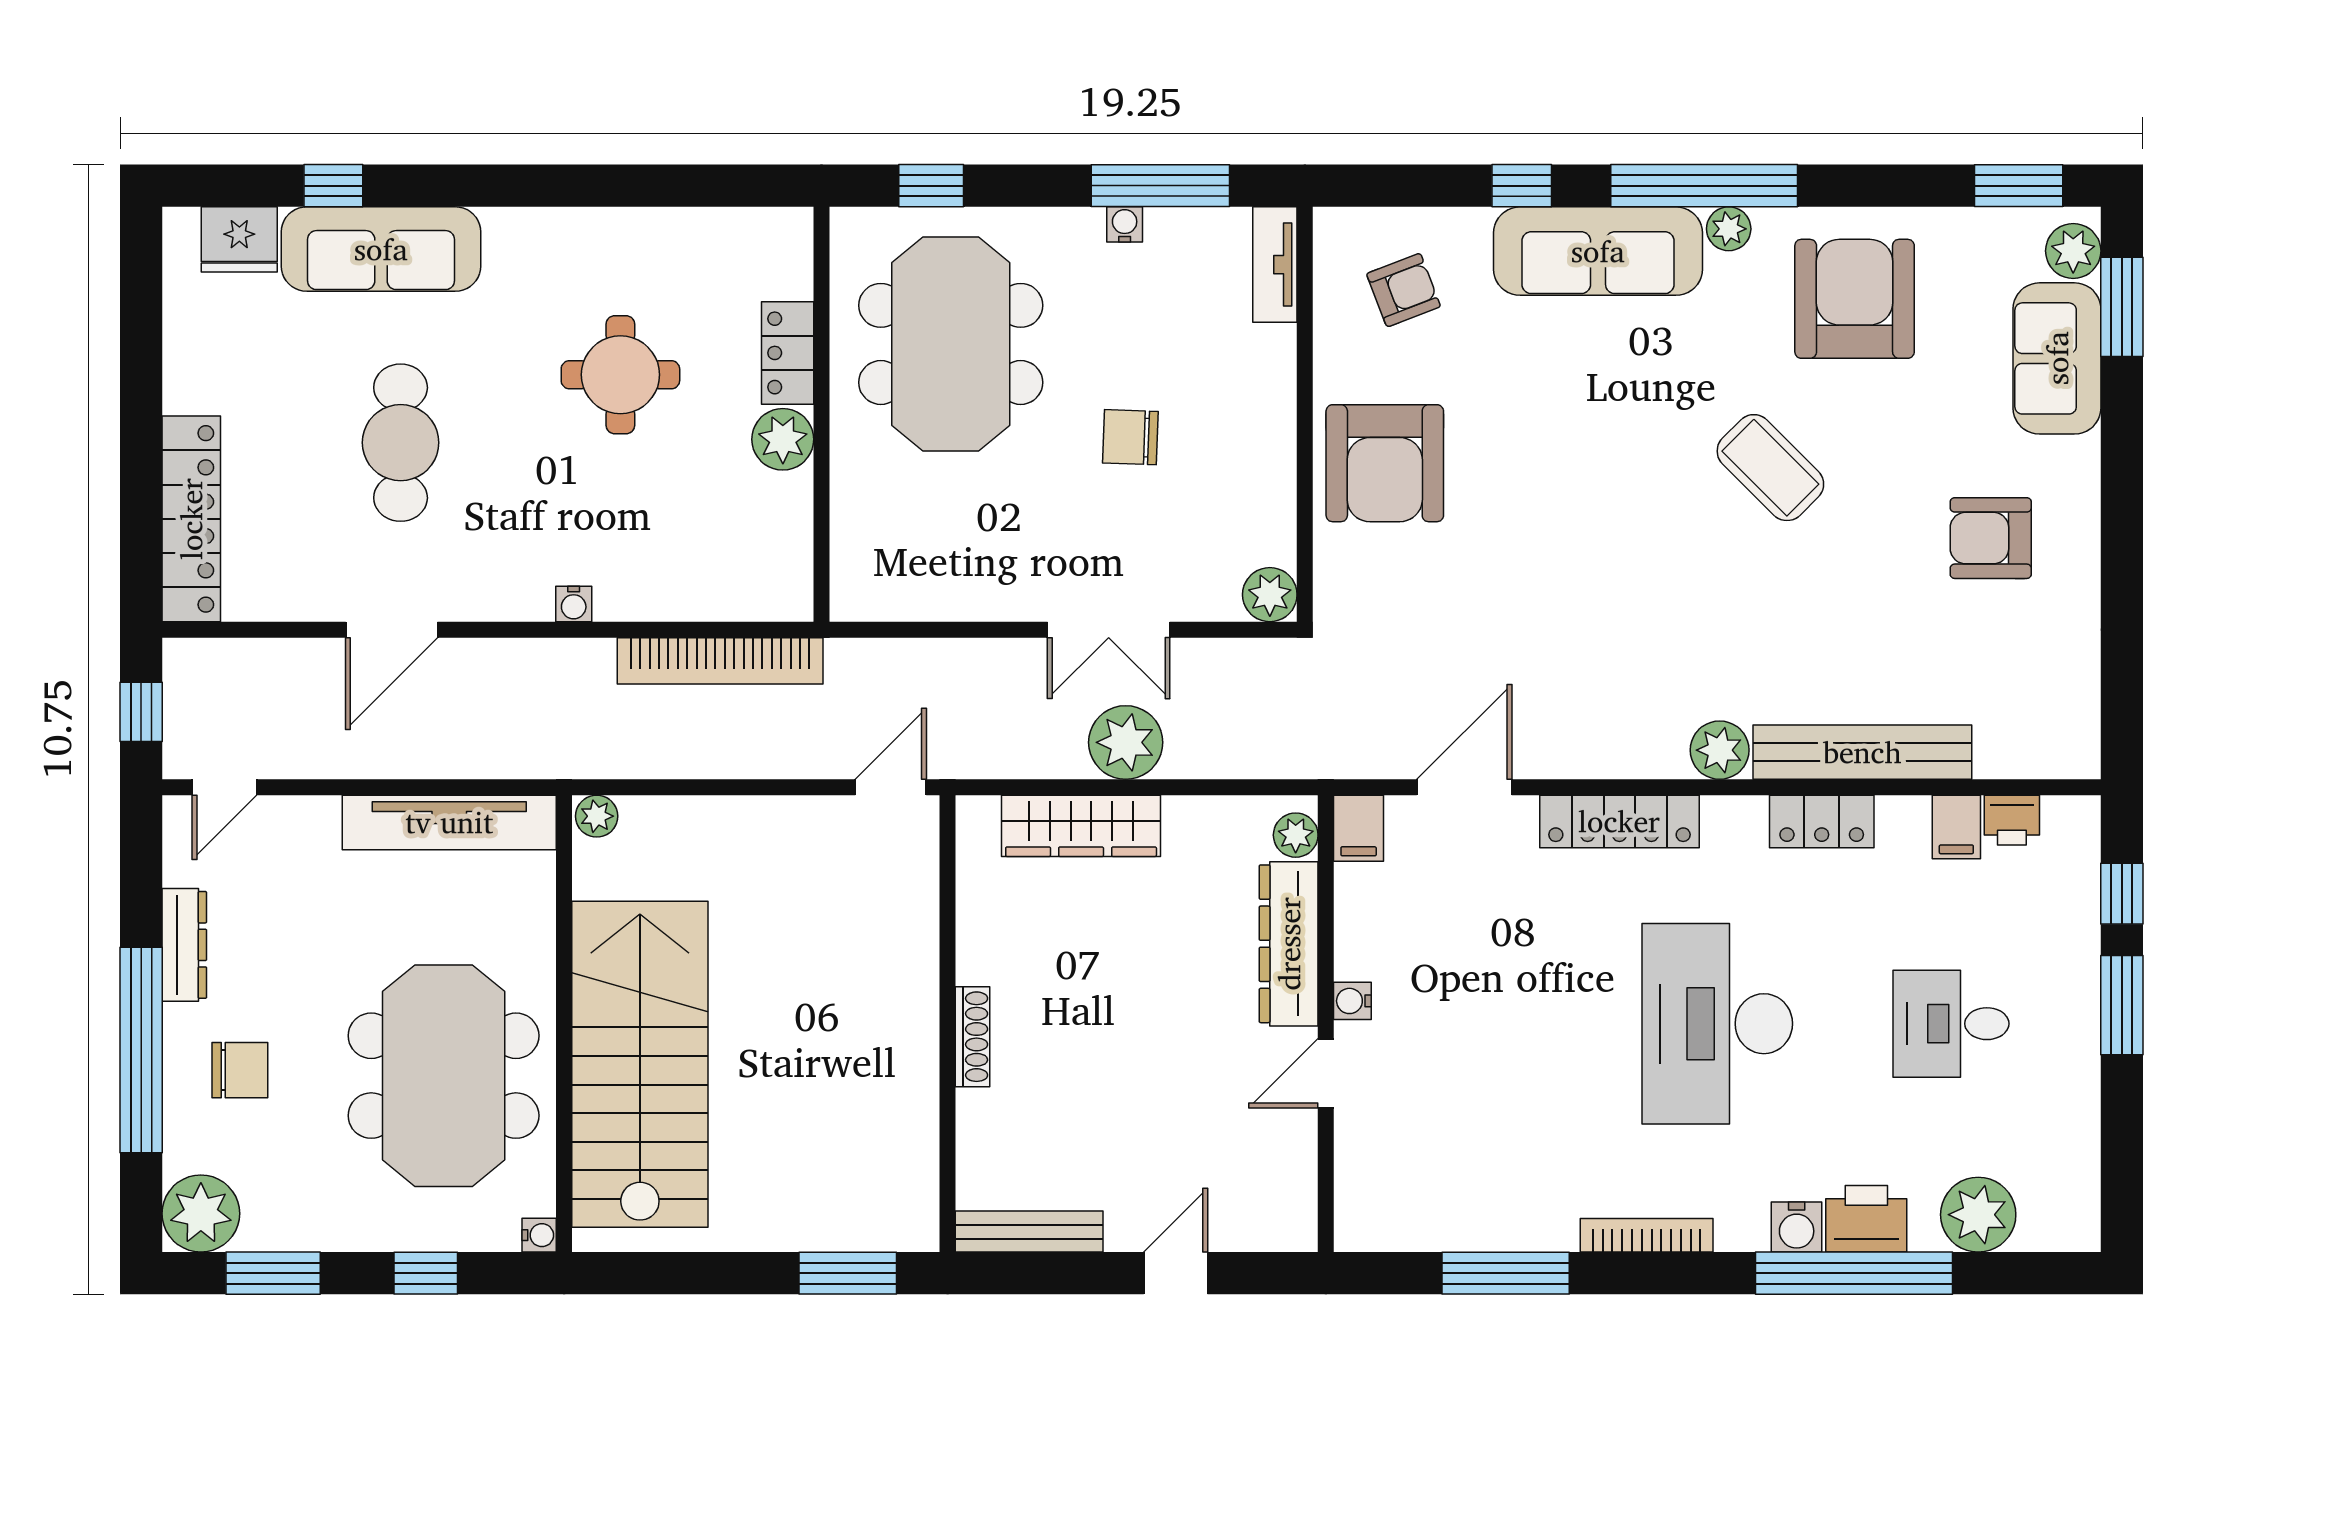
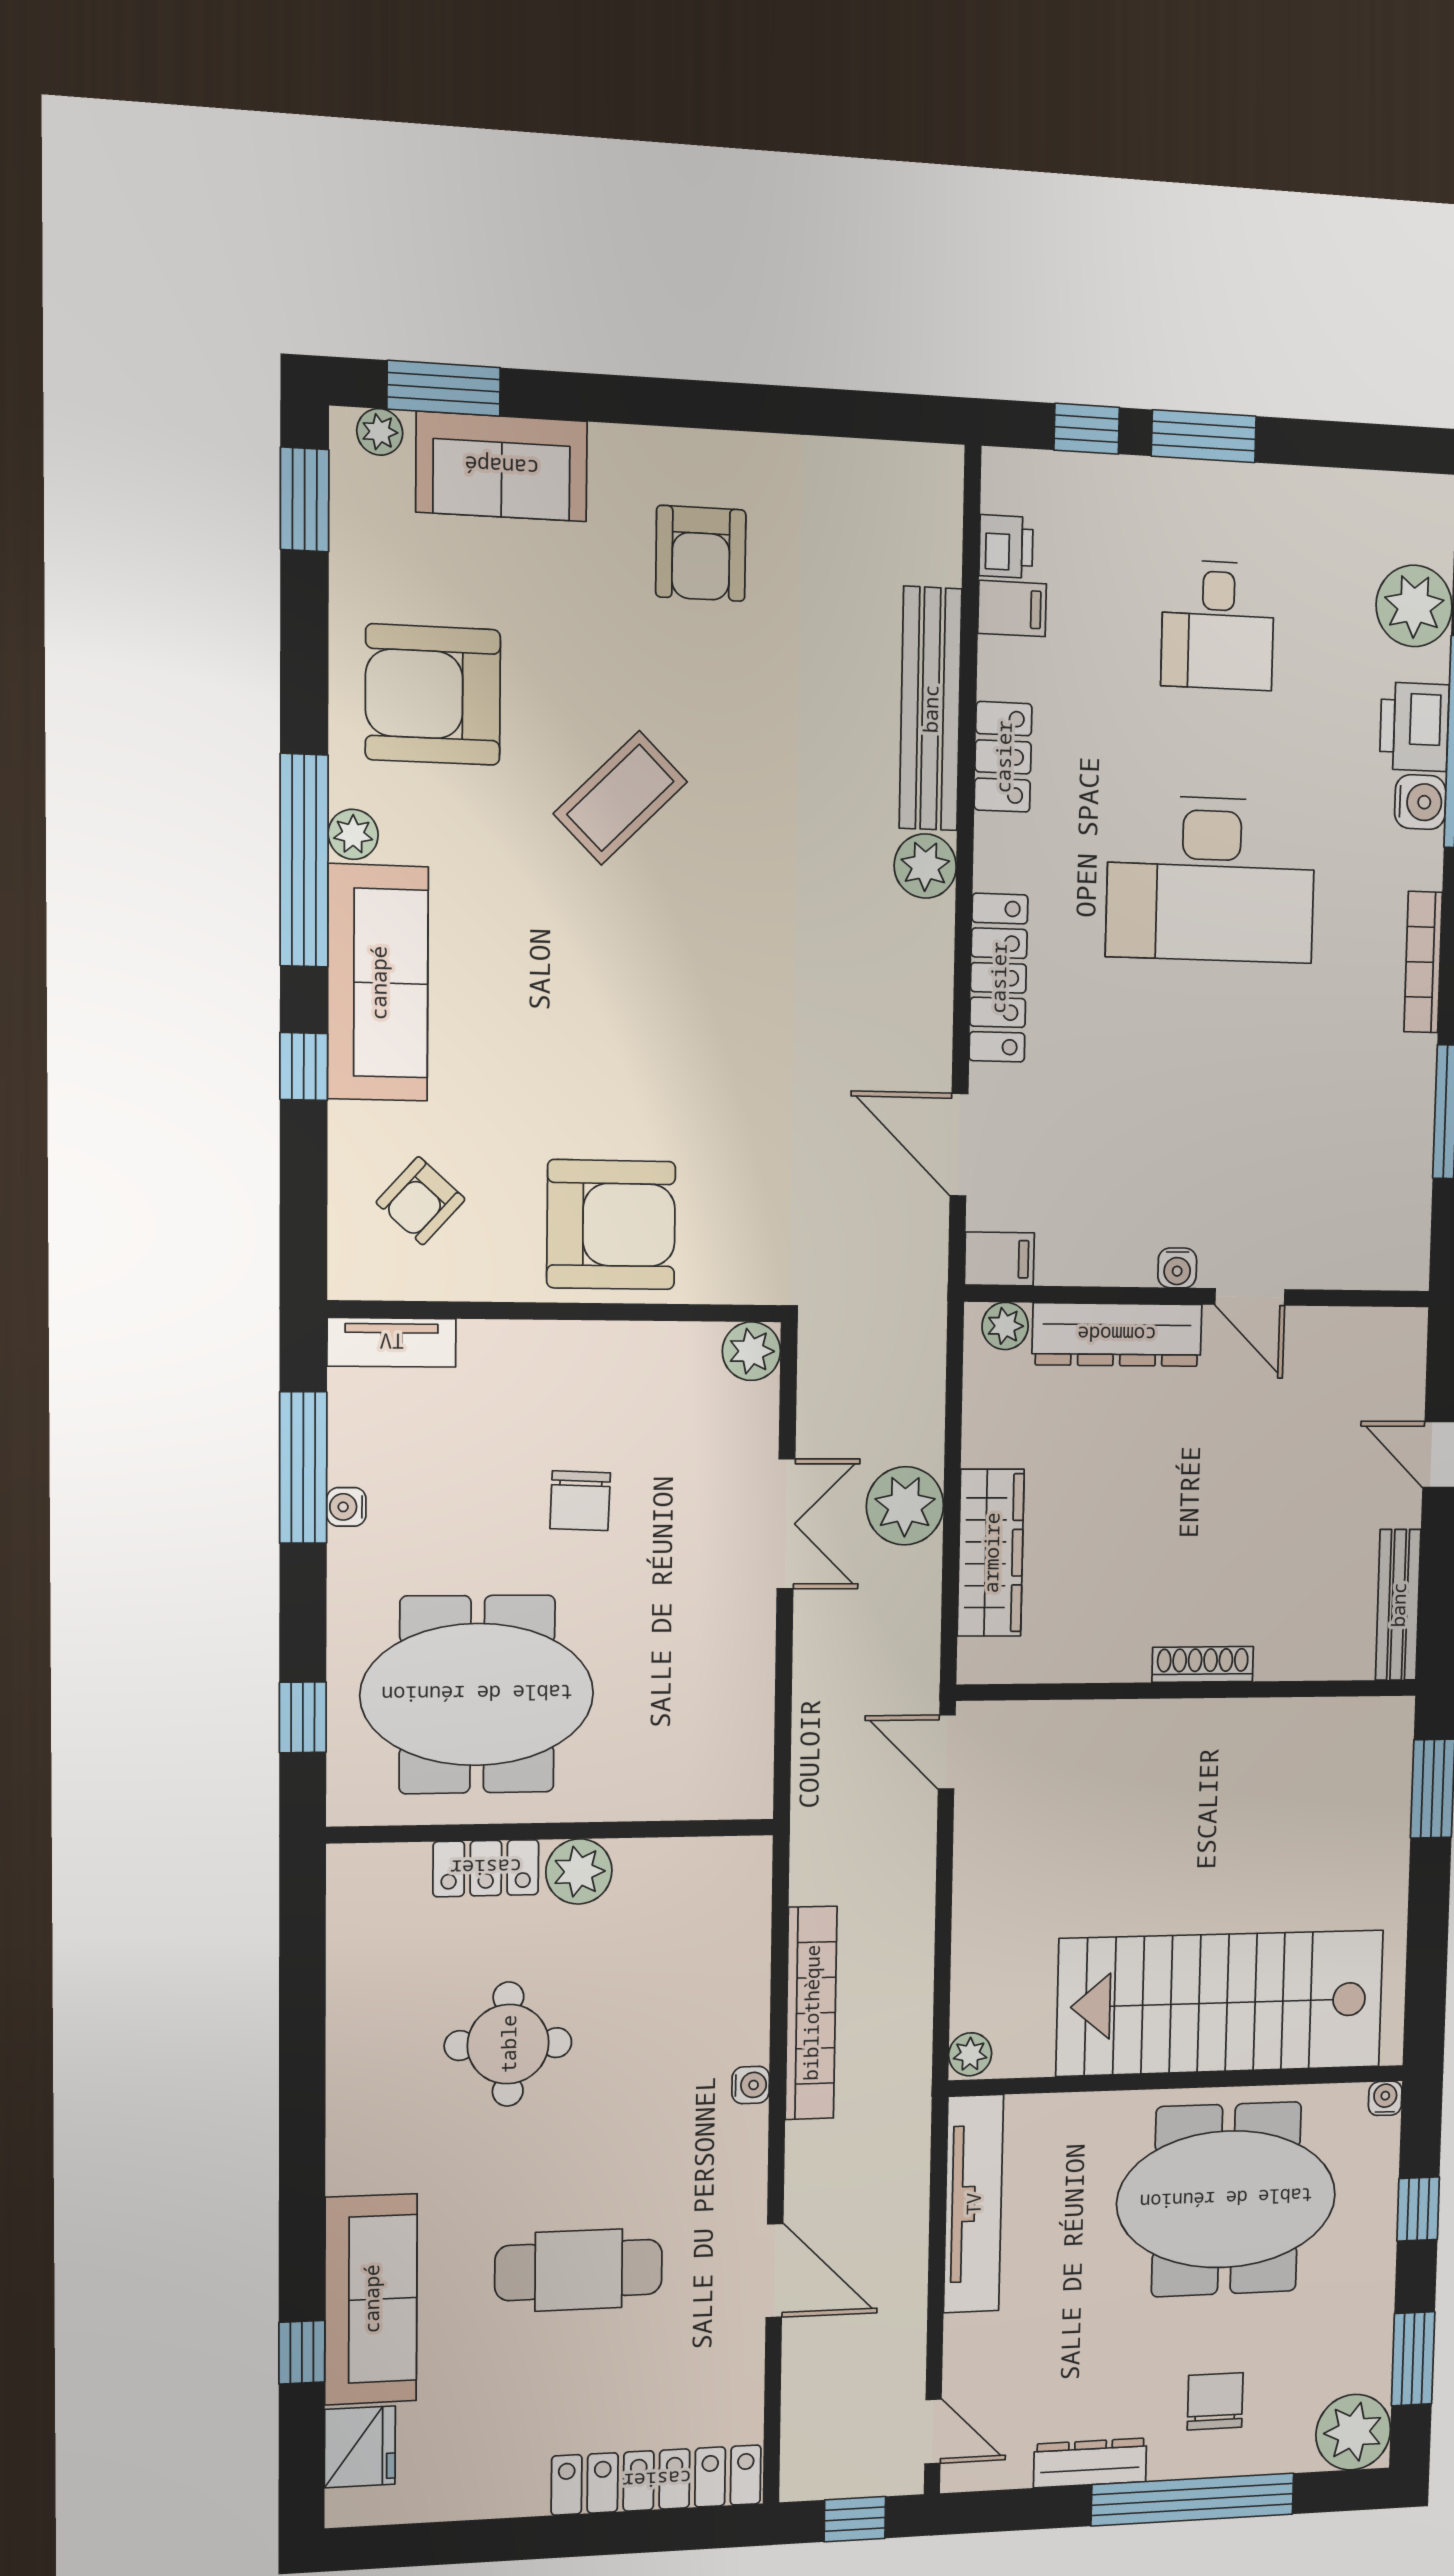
plant: (2073, 251) -> (380, 432), width x0.73, depth x0.73
armchair: (1404, 290) -> (421, 1201), turned -117
bookcase: (720, 661) -> (811, 2013), moved

